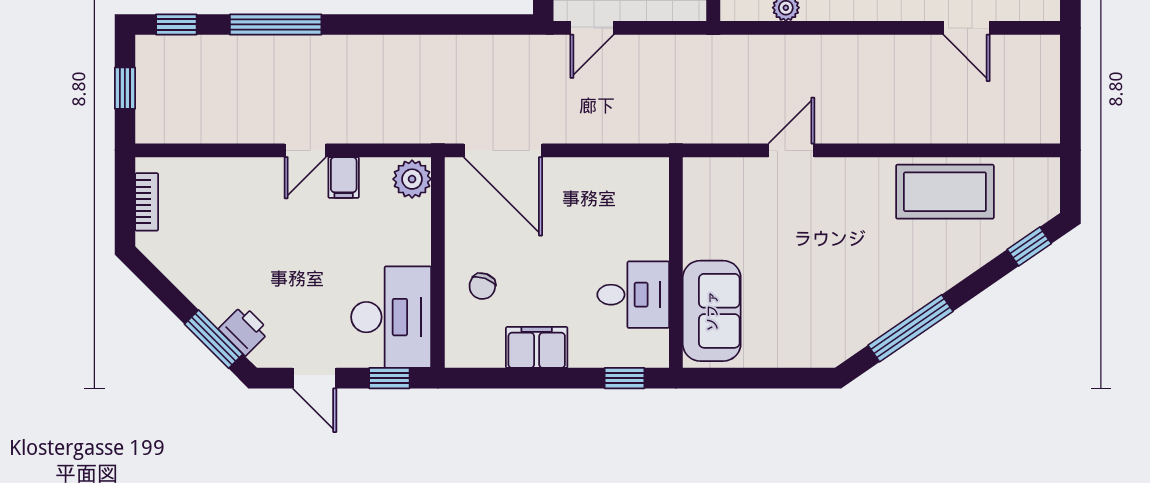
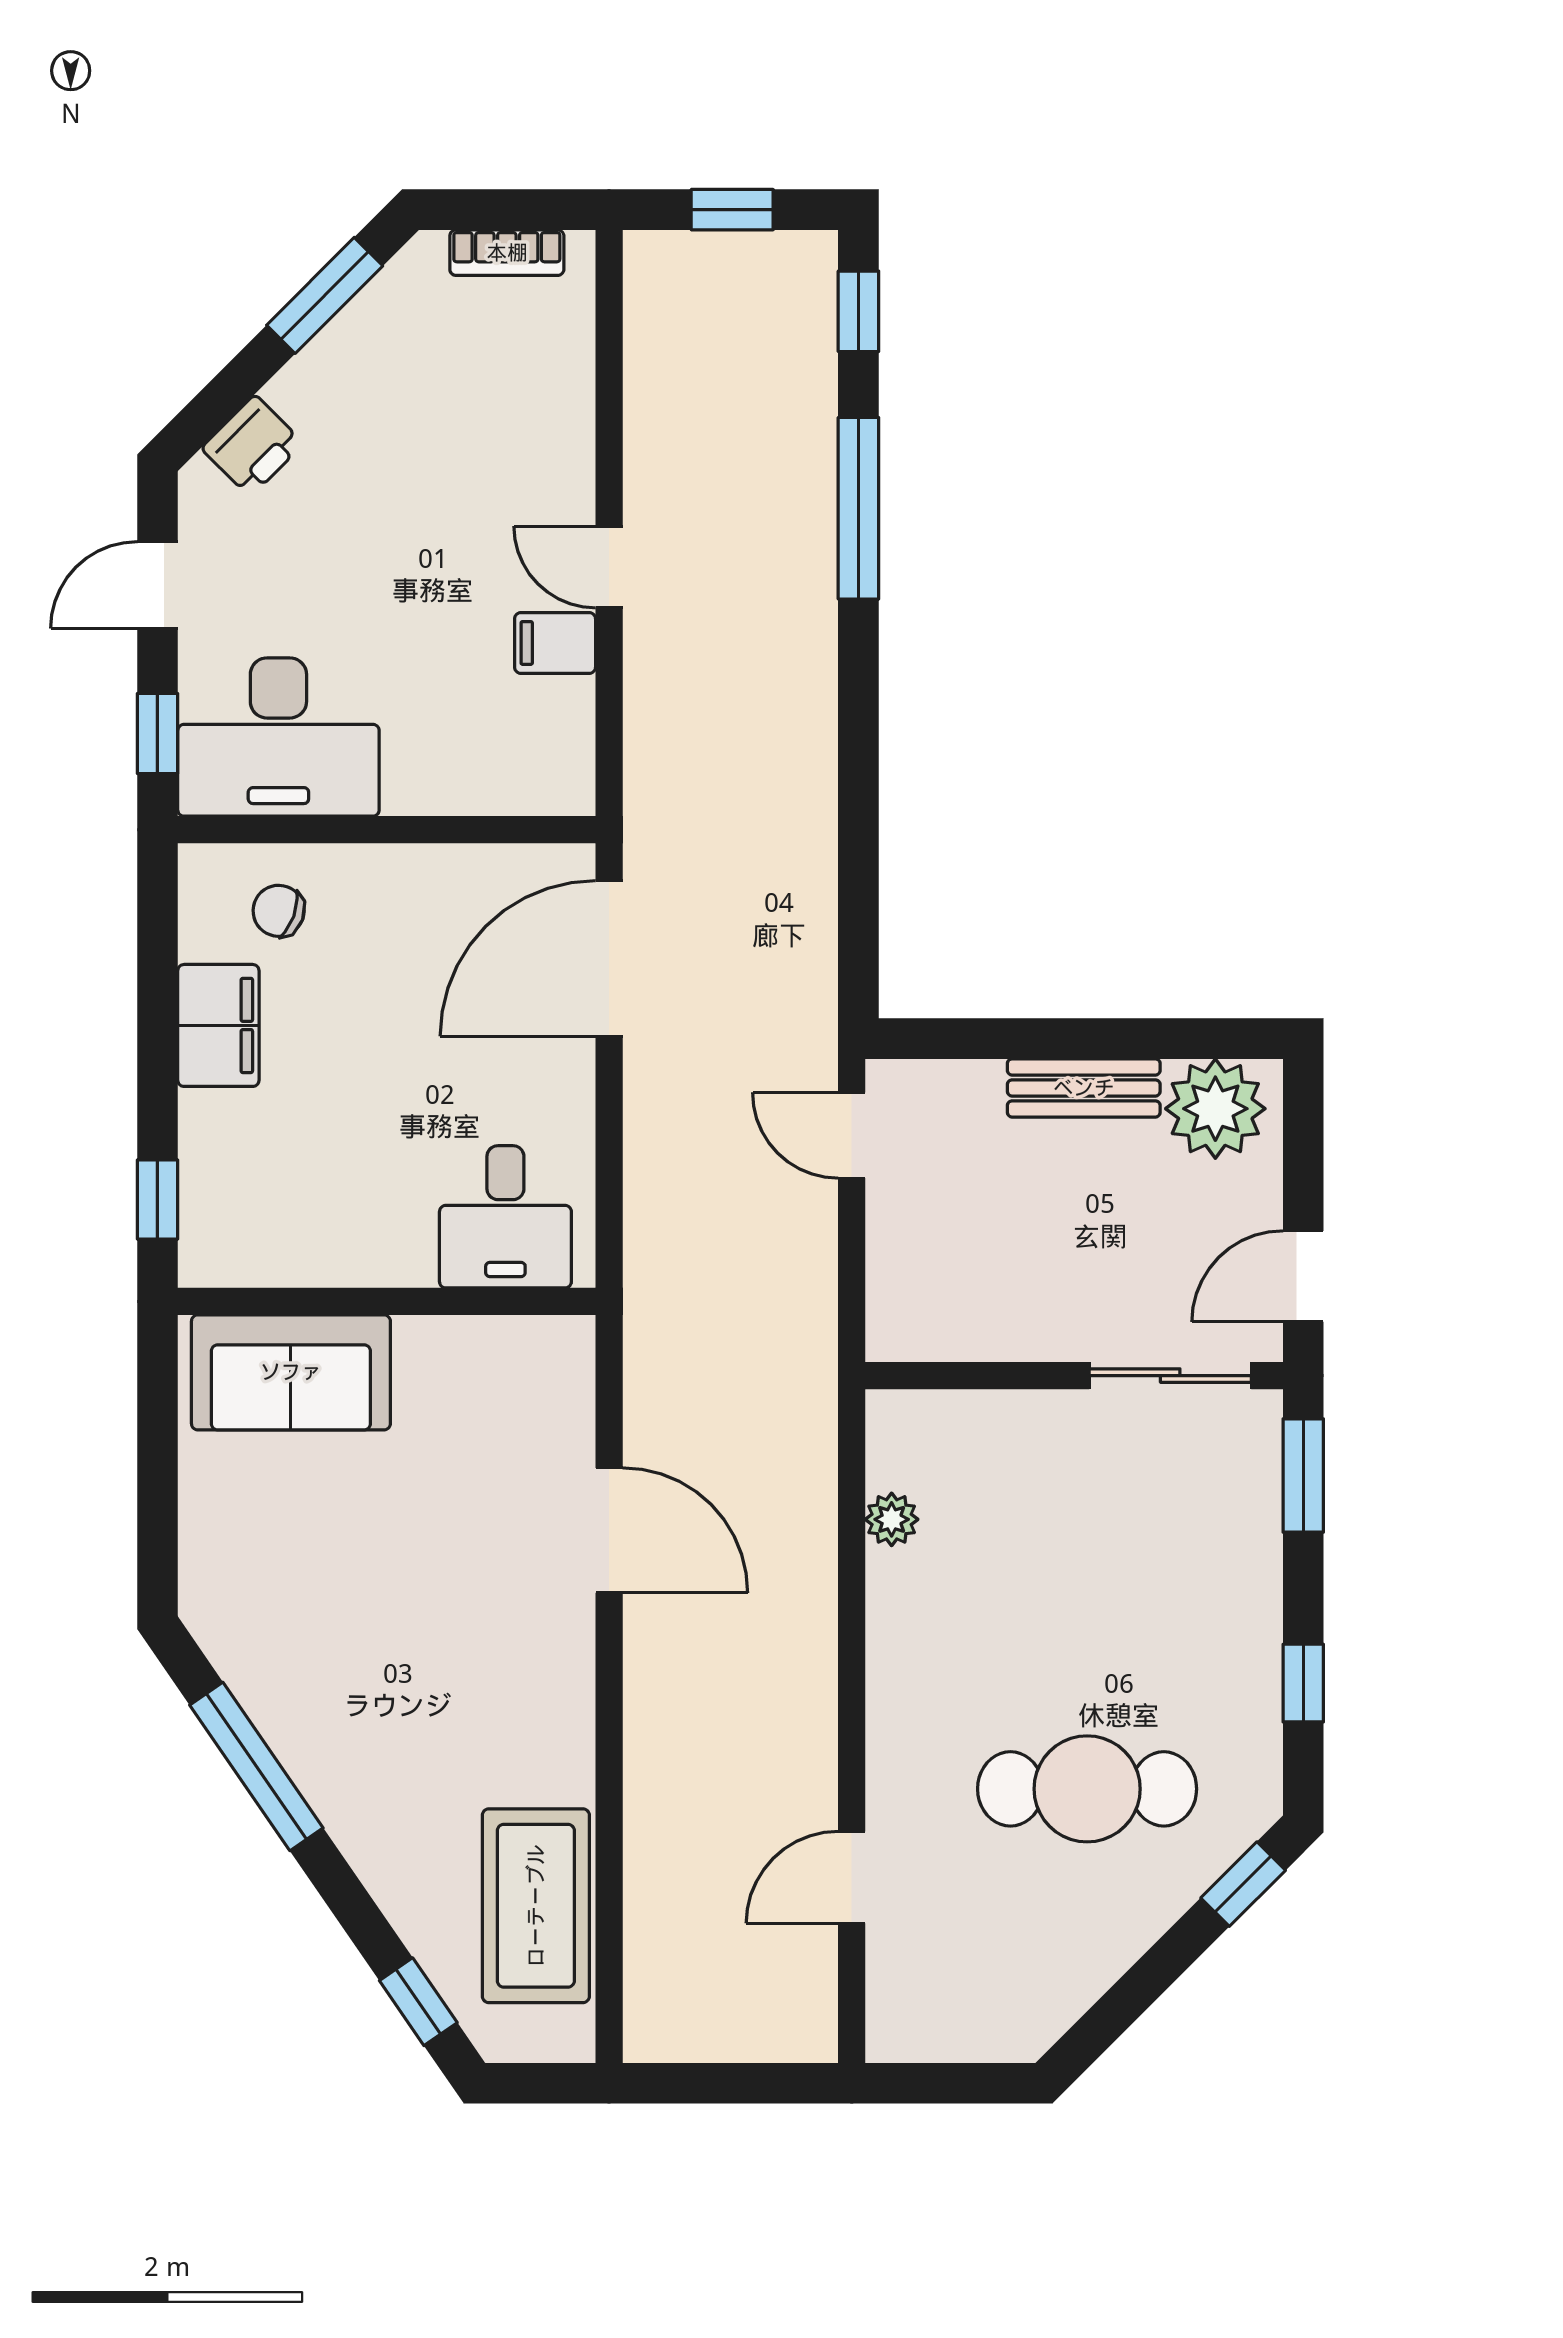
door: (791, 150) -> (609, 1530), width x1.38
plant: (412, 179) -> (552, 778), removed
coffee table: (945, 192) -> (536, 1906), moved
chair: (482, 286) -> (279, 911), moved
desk: (633, 295) -> (505, 1217), moved
window: (214, 339) -> (325, 295), moved

